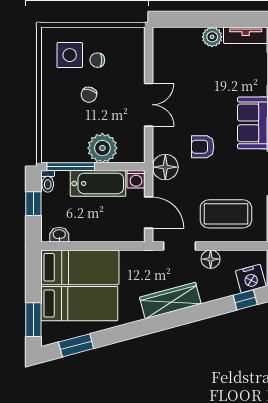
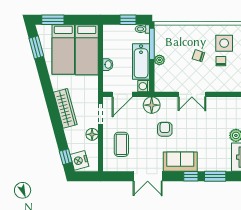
plant: (102, 148) -> (159, 60), width x0.53, depth x0.53
coffee table: (226, 214) -> (121, 144), width x0.73, depth x0.76
washbasin: (59, 235) -> (108, 65), moved

